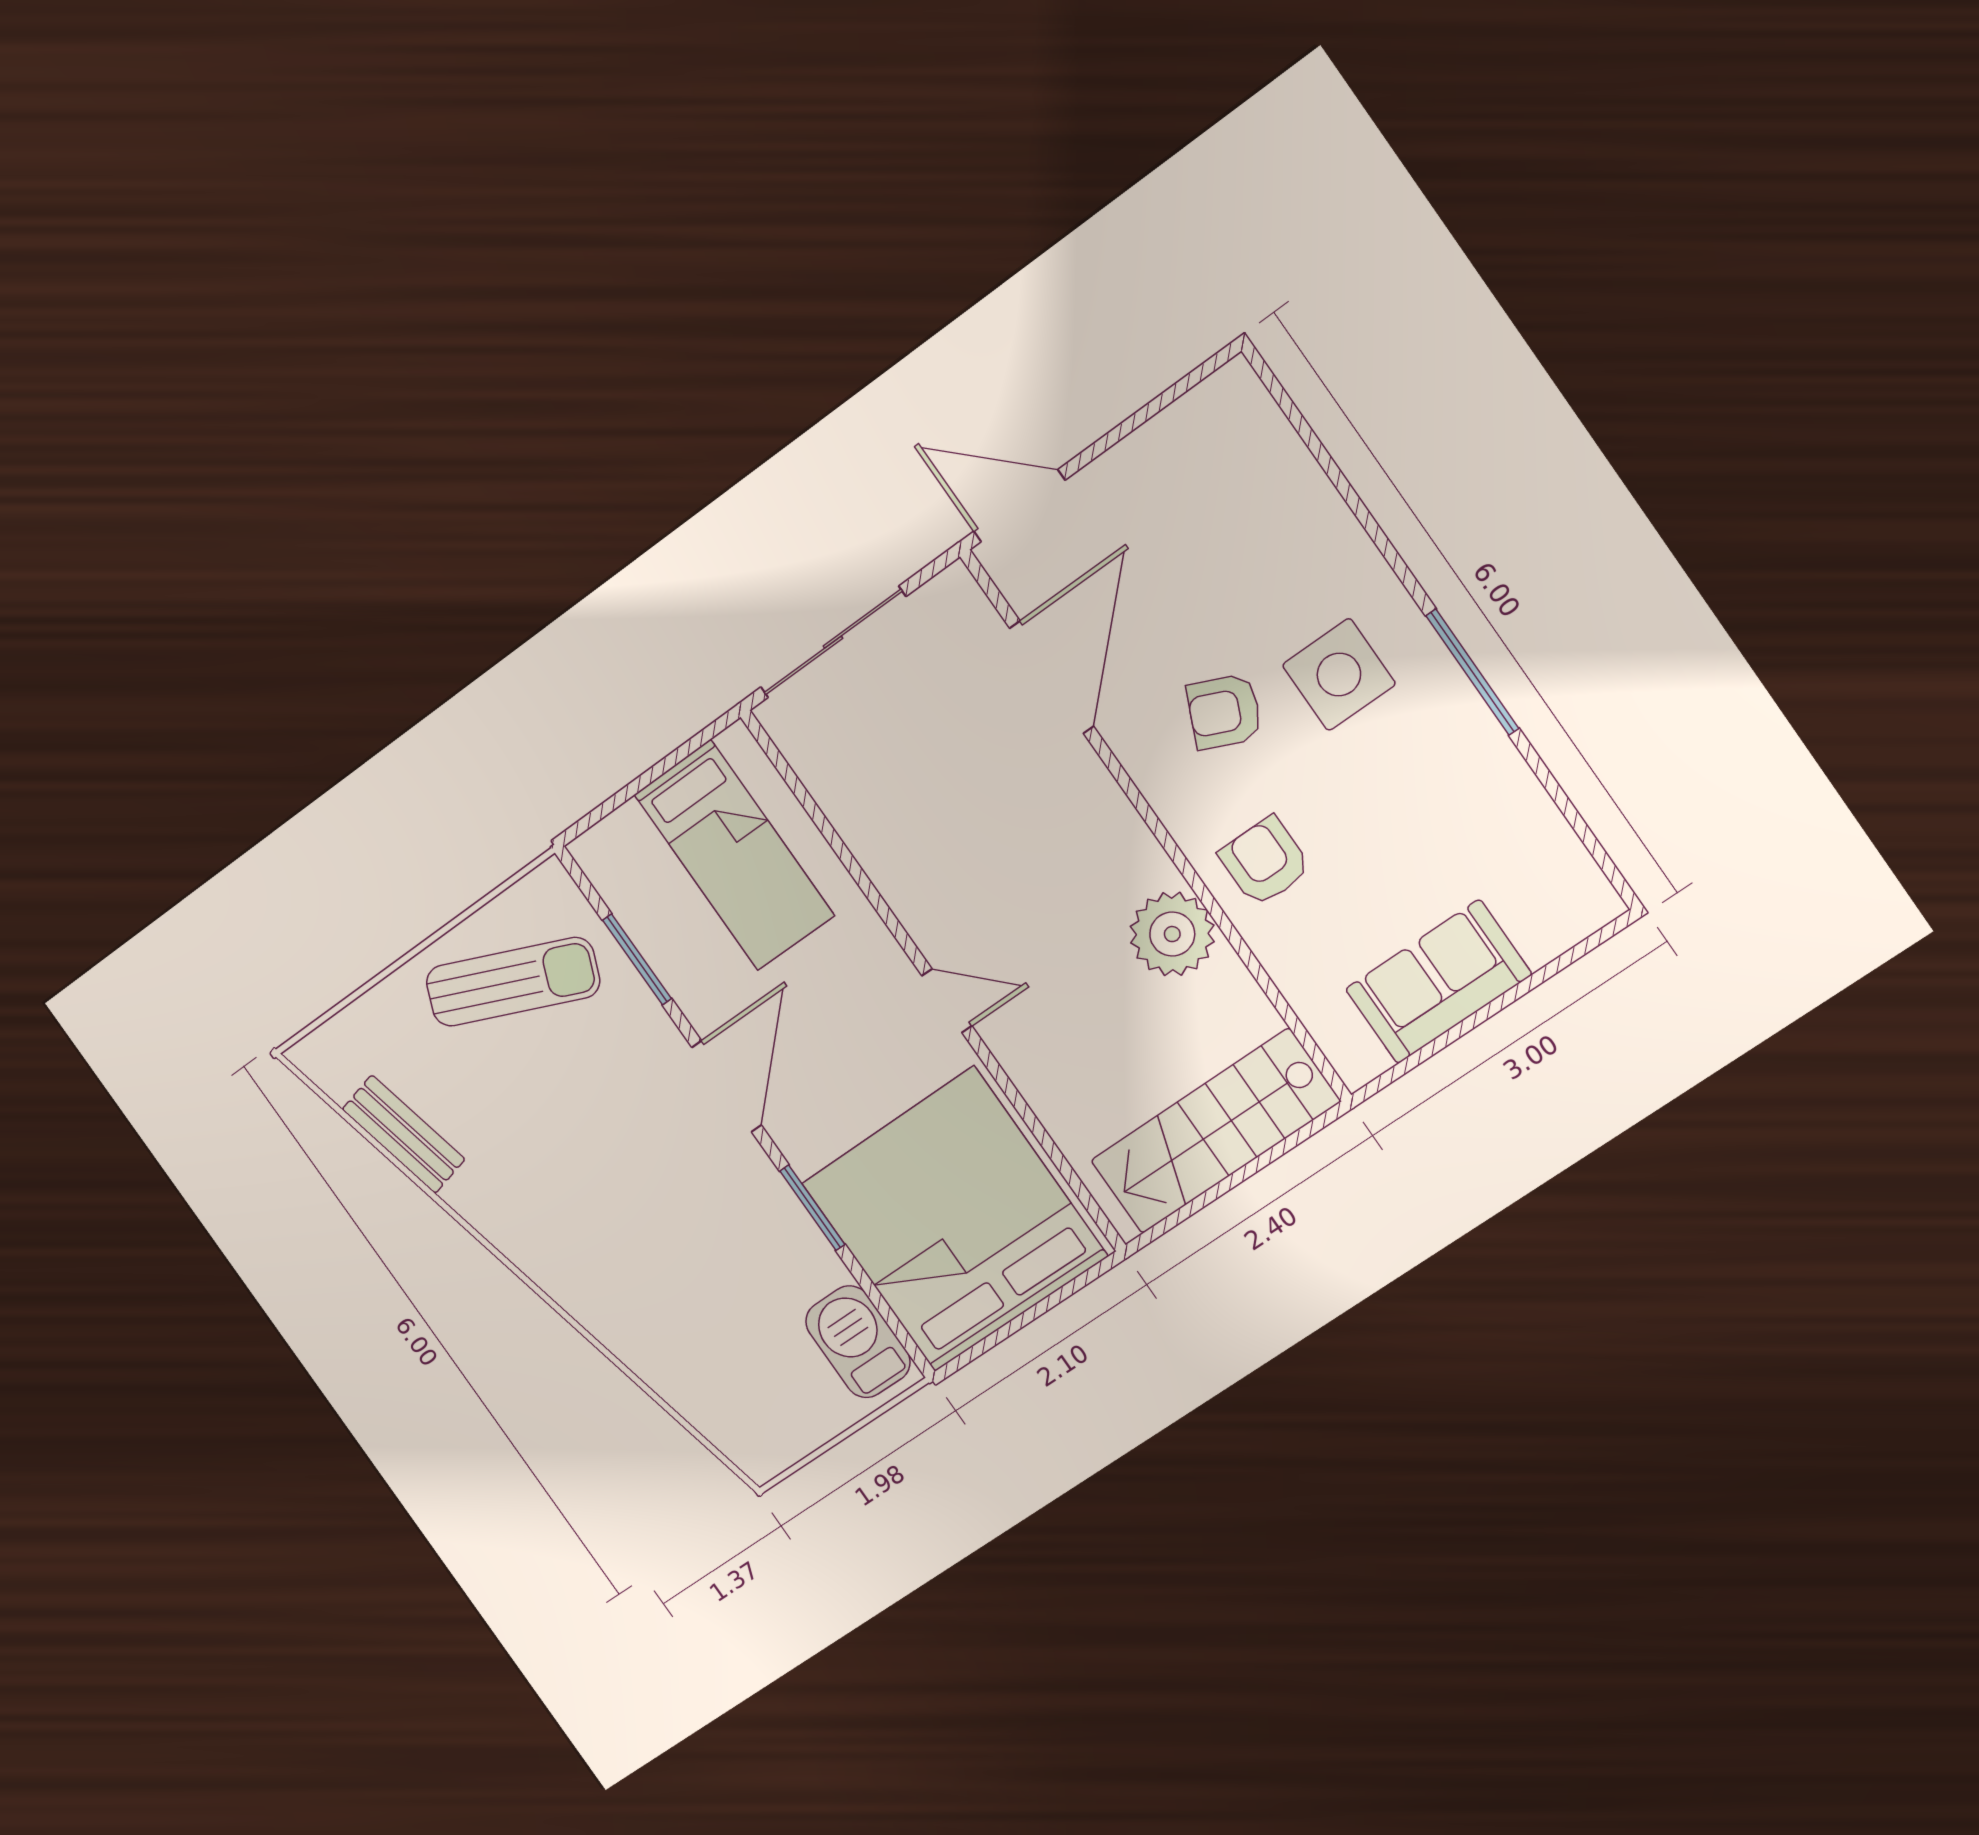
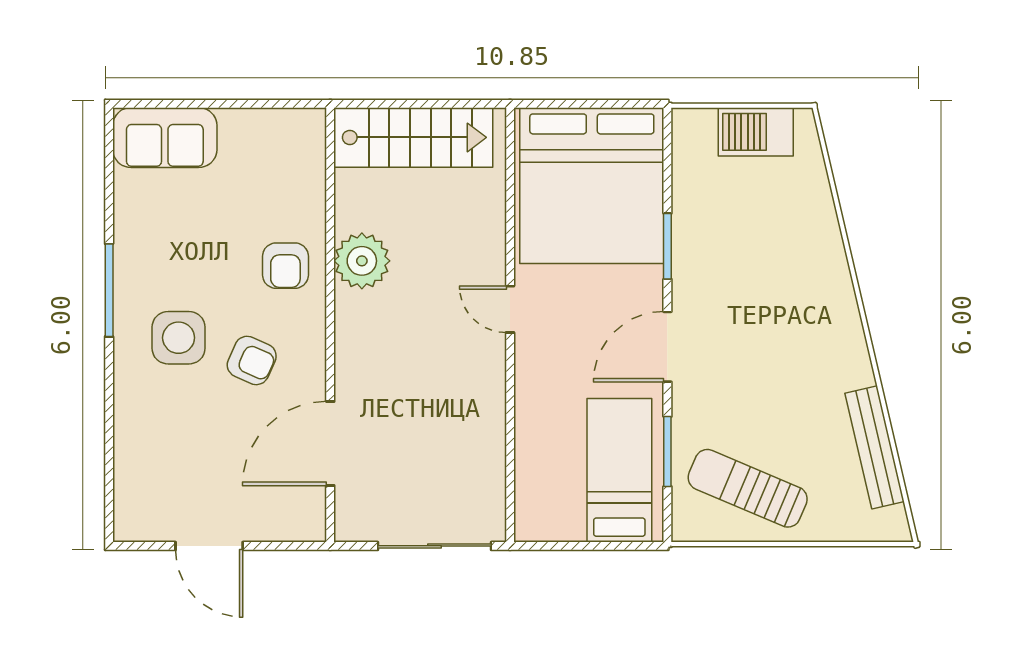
door: (1019, 506) -> (209, 546), moved
bed: (734, 855) -> (619, 470), moved
sofa: (1438, 982) -> (165, 138), moved
bench: (404, 1134) -> (875, 447), width x1.36
barbecue: (858, 1342) -> (756, 132), moved, turned 90

